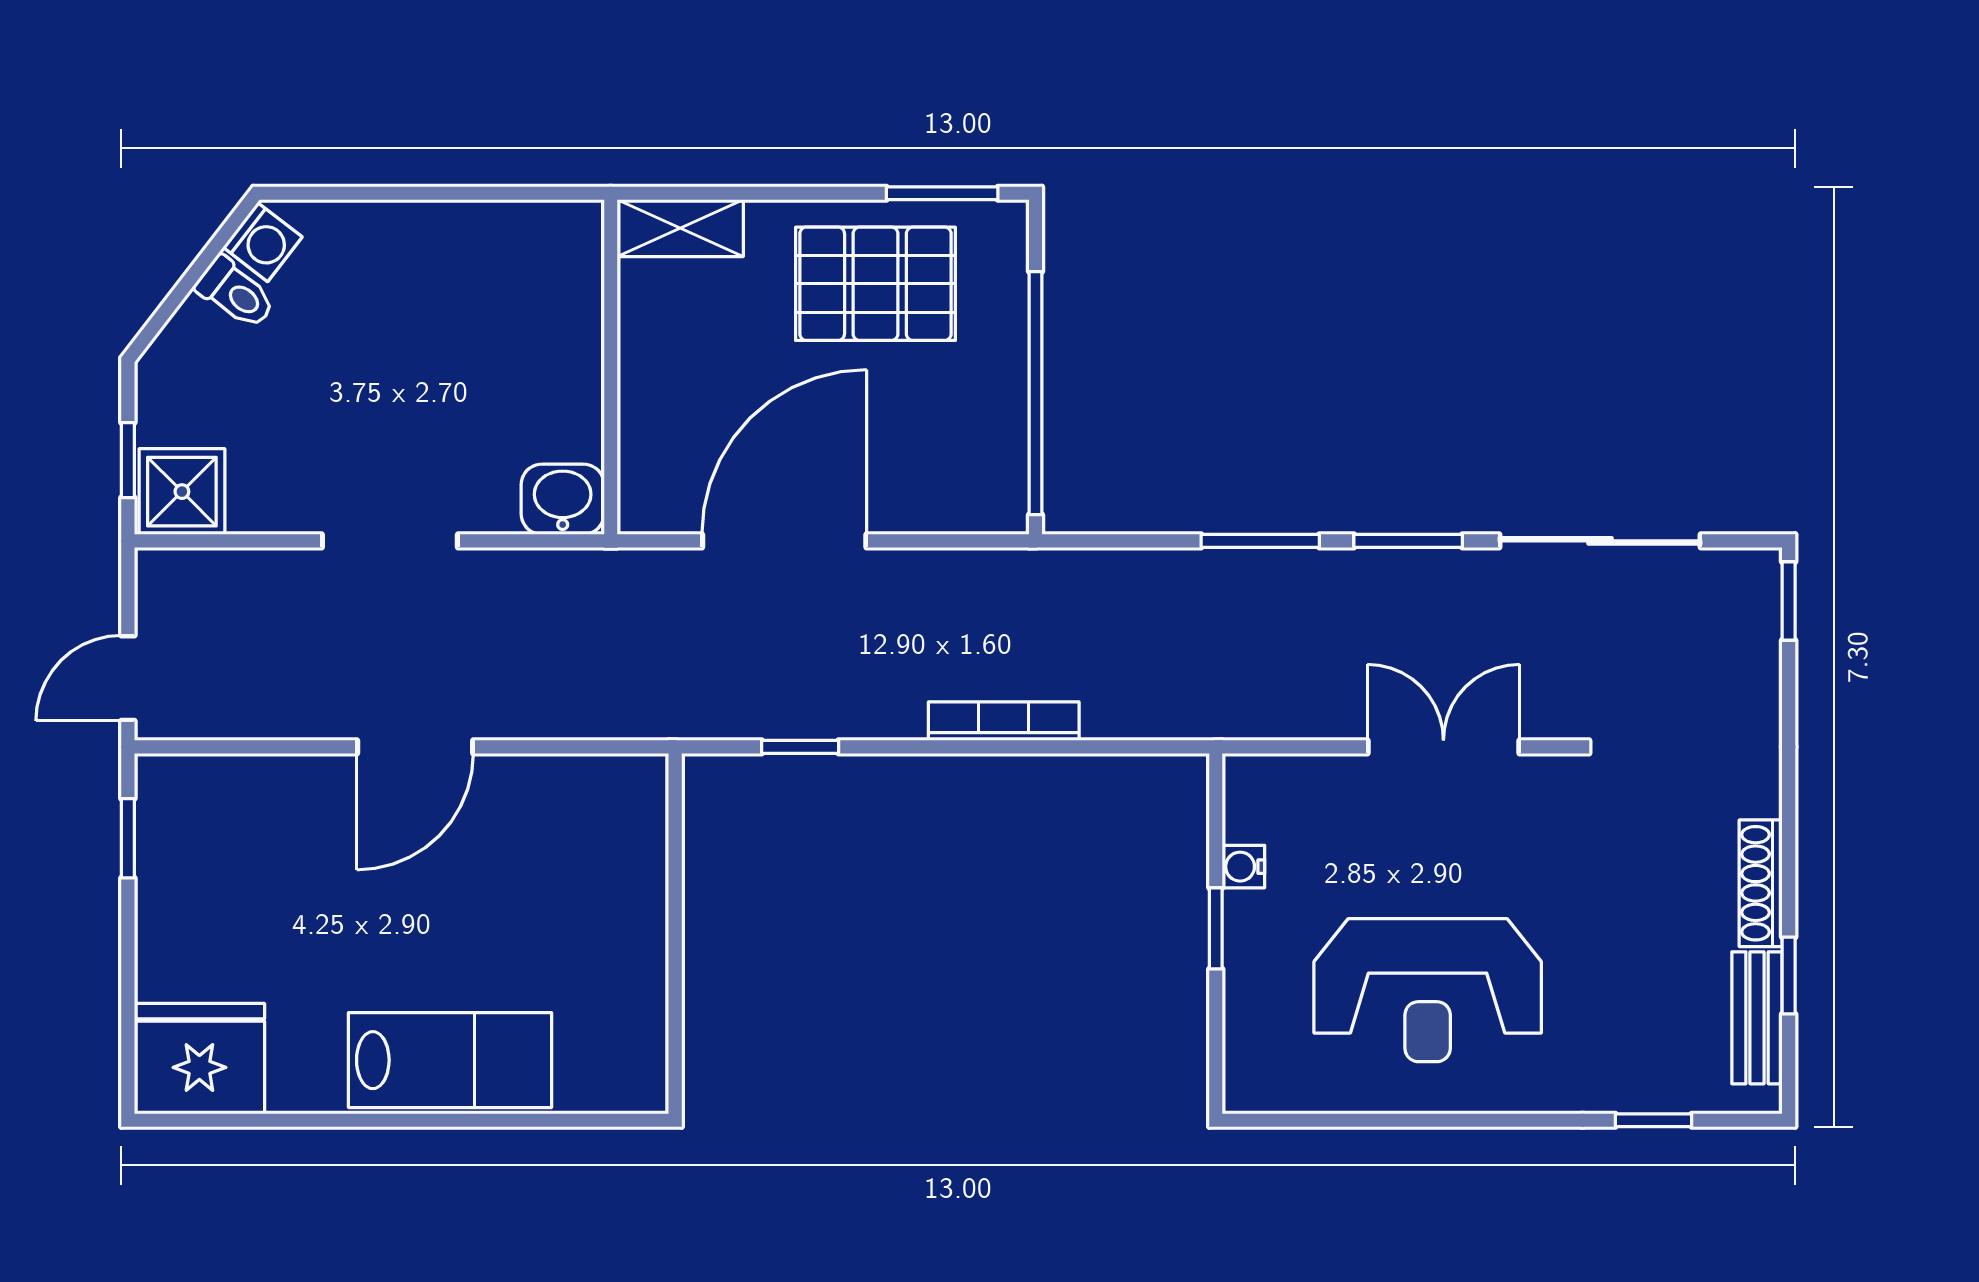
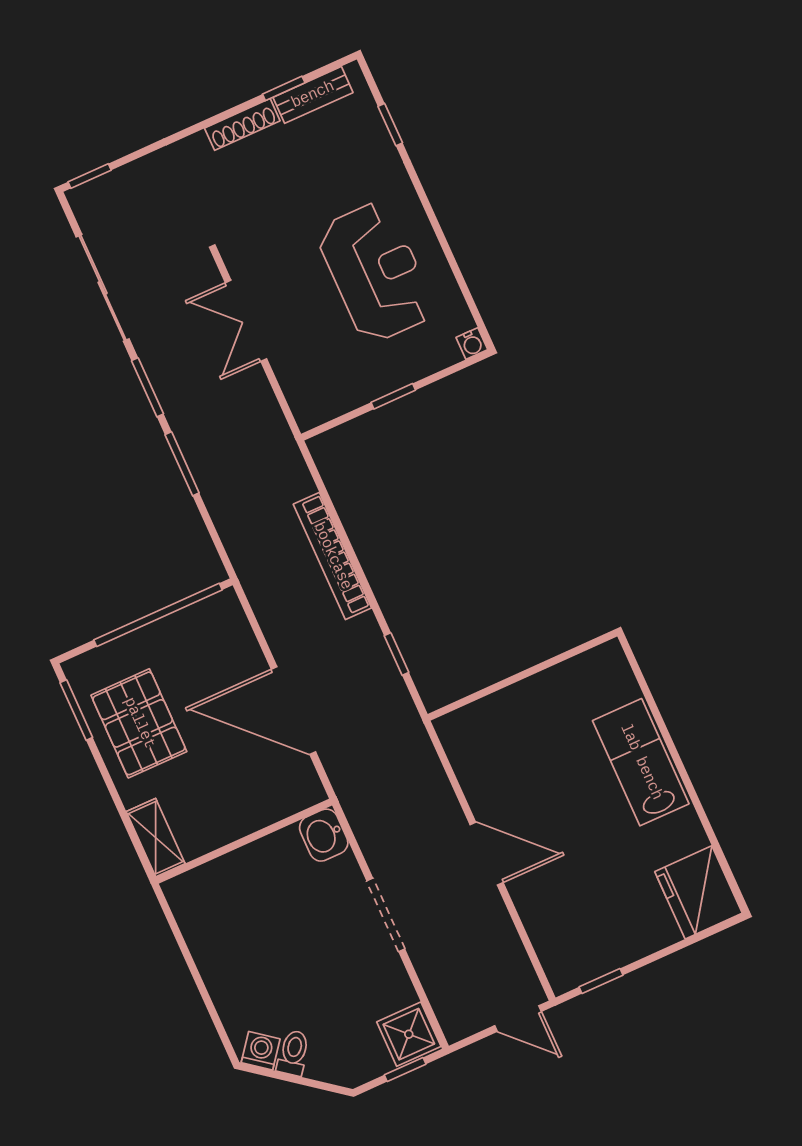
bookcase: (1004, 721) -> (332, 556), width x1.48, depth x1.31
water cooler: (1243, 867) -> (472, 344), moved

